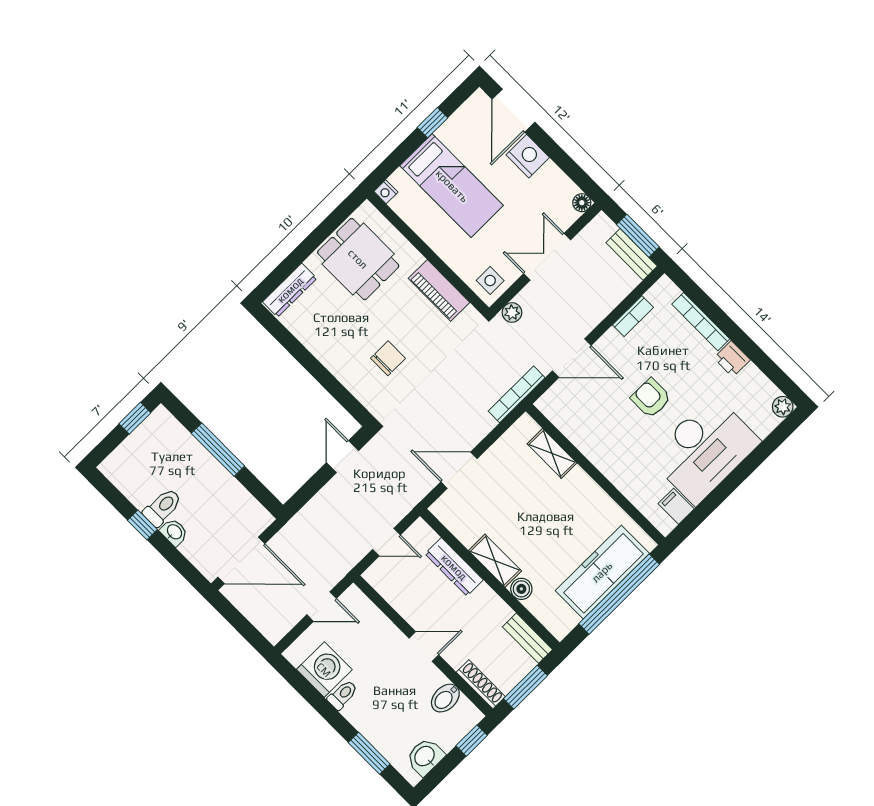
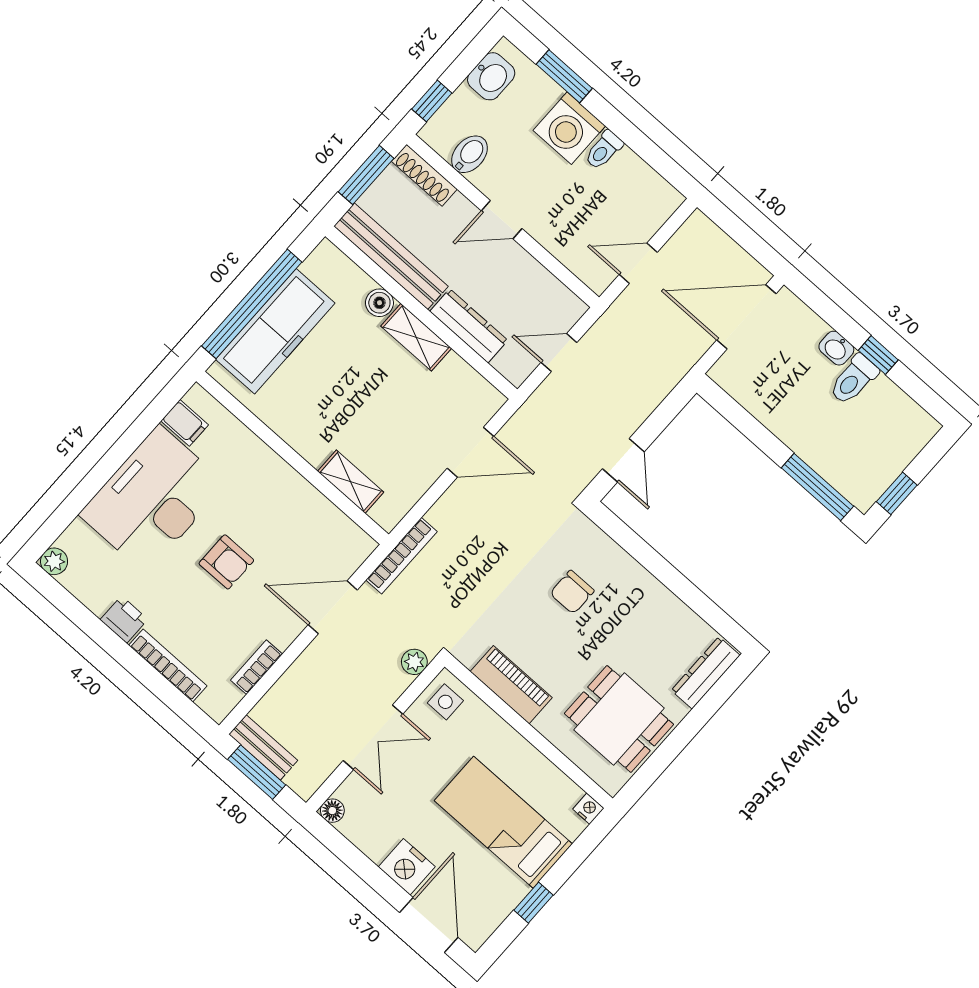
window: (218, 450) -> (817, 487), moved
bench: (527, 638) -> (391, 256), width x1.86, depth x1.21
washing machine: (324, 670) -> (569, 128), moved

